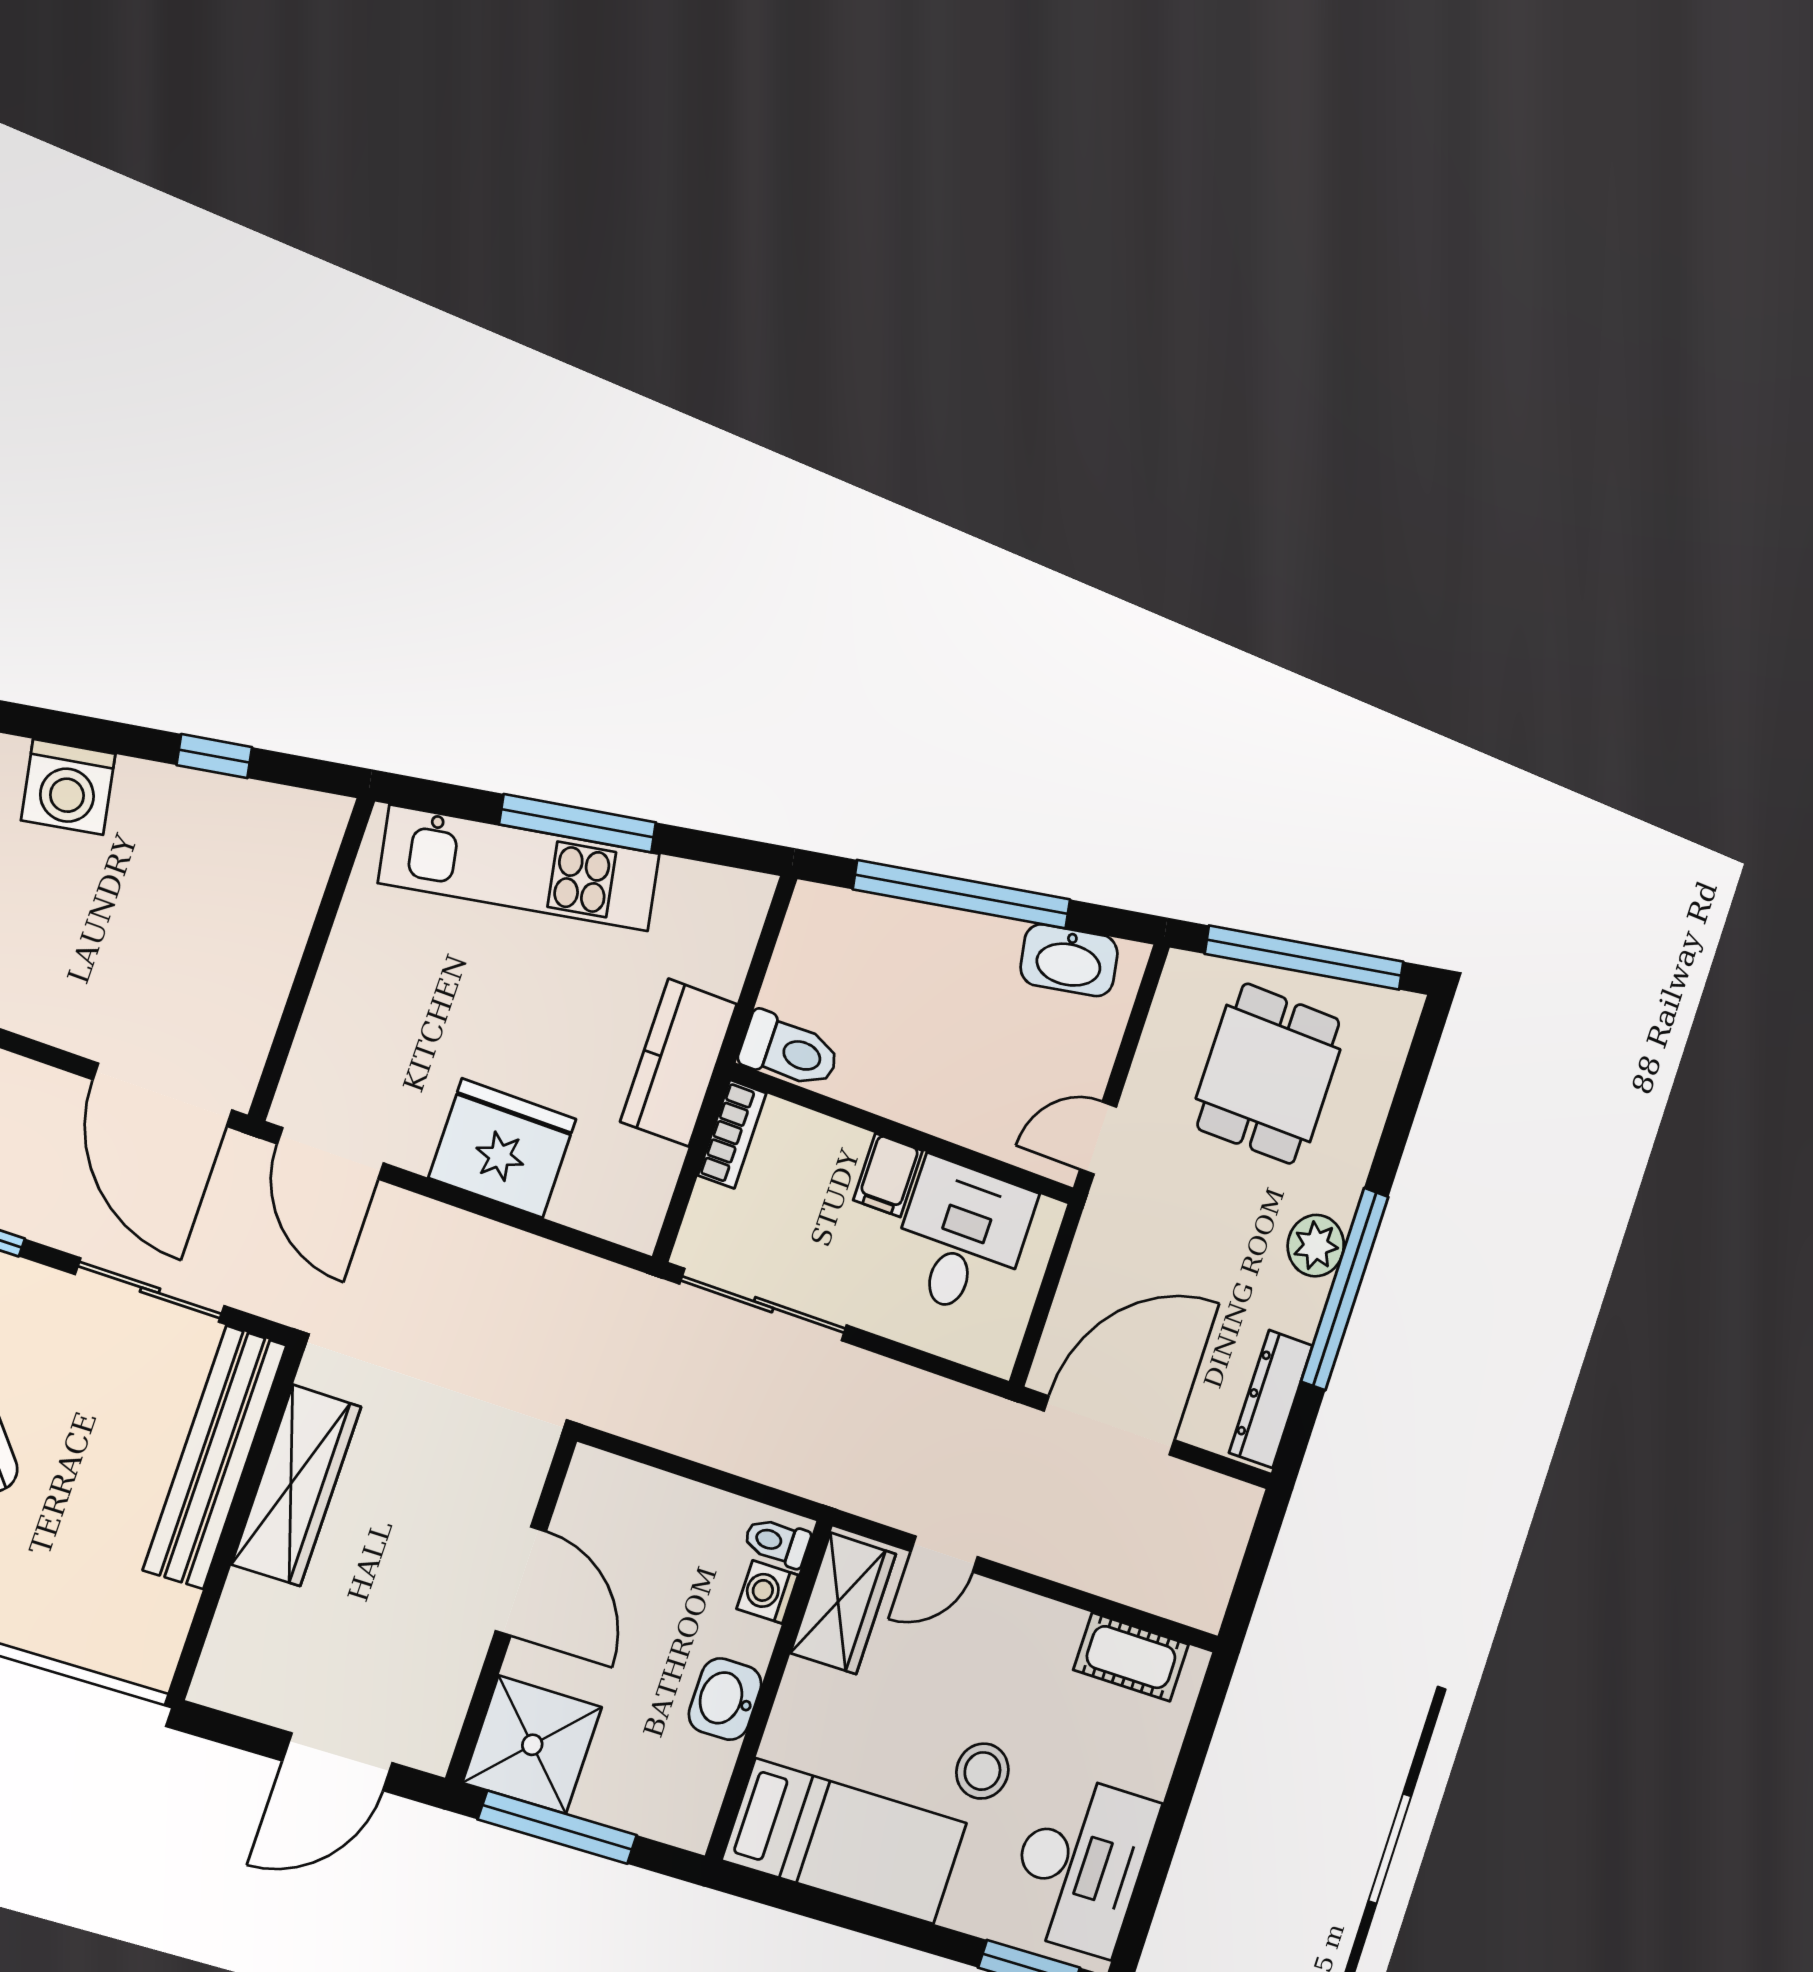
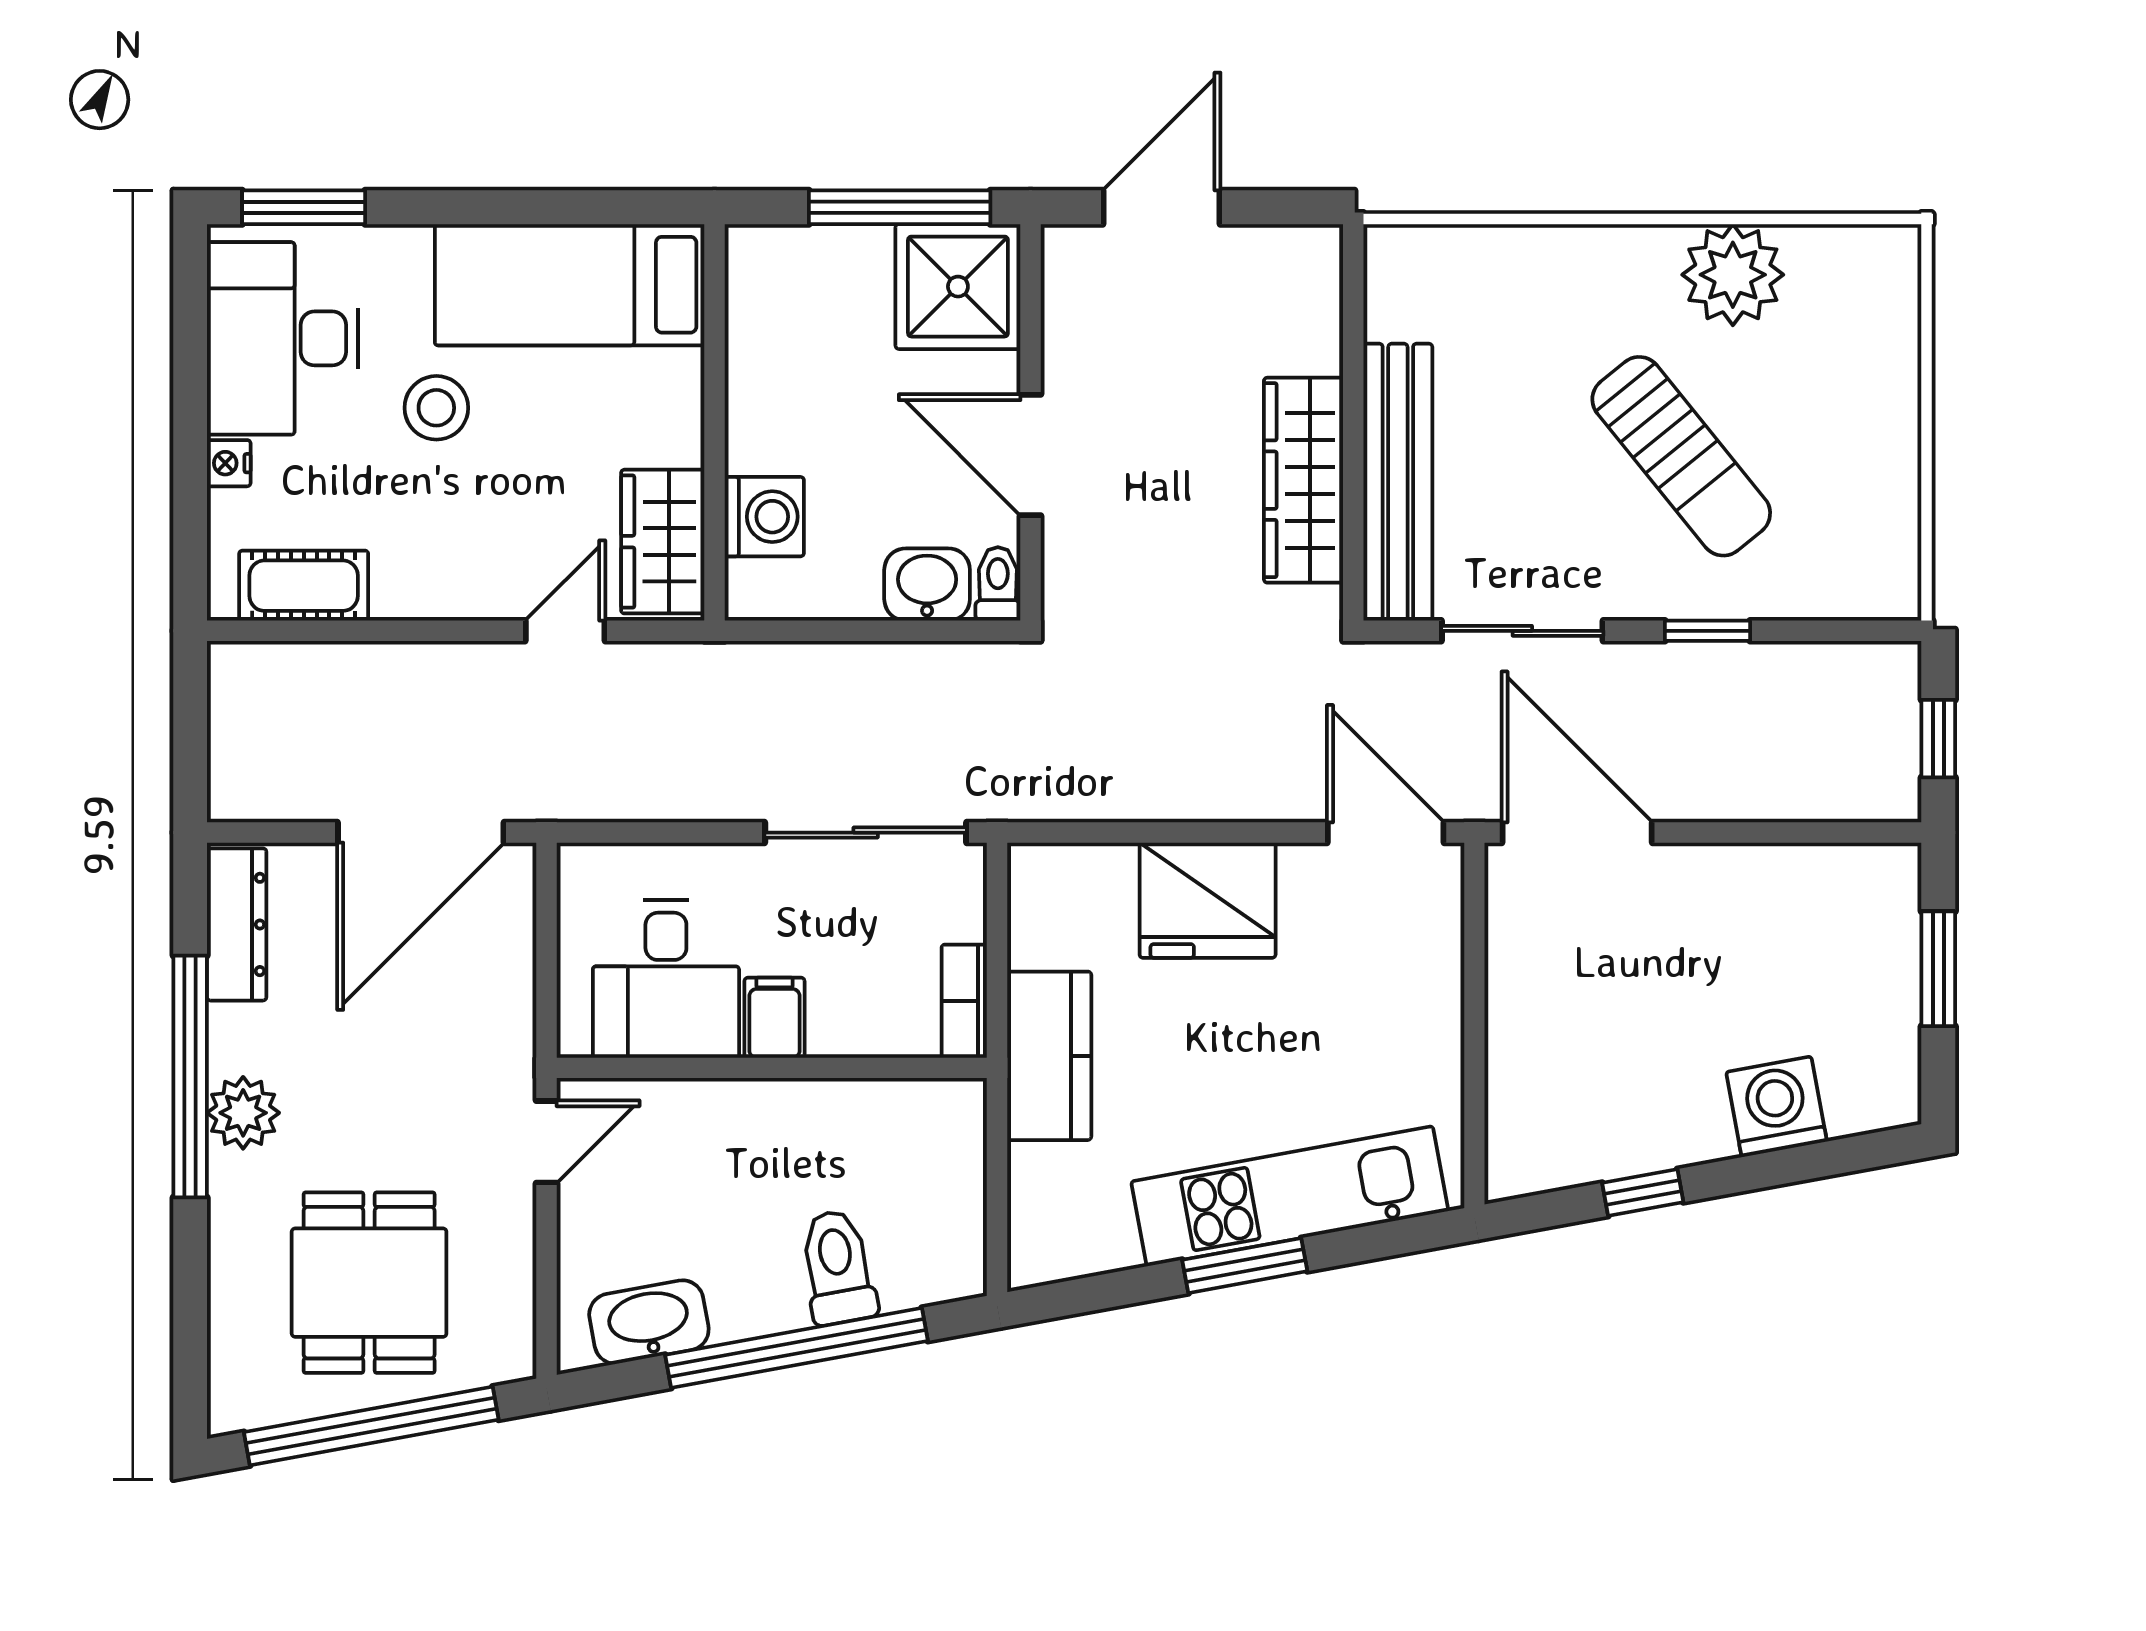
window: (578, 823) -> (1245, 1266), width x0.69
toilet: (789, 1051) -> (838, 1267), moved, turned 80
toilet: (777, 1542) -> (998, 584), moved, turned -90
washing machine: (767, 1592) -> (764, 517), width x1.38, depth x1.38
washbasin: (725, 1699) -> (927, 584), moved, turned -90
nightstand: (1154, 1775) -> (229, 463), added

